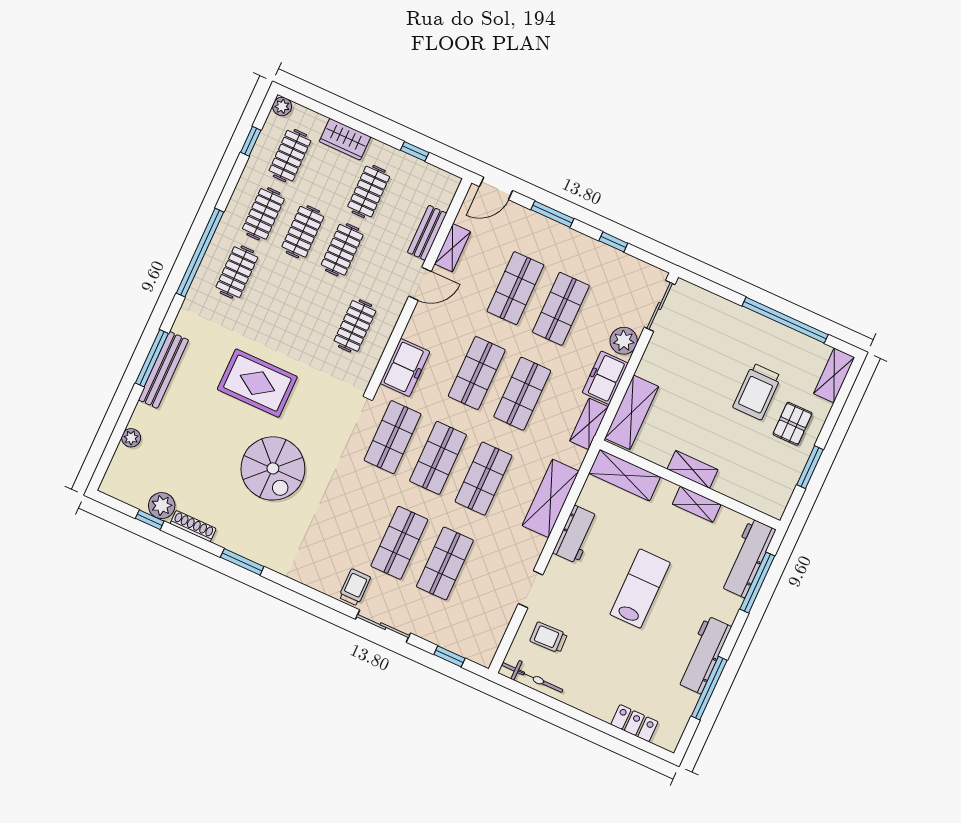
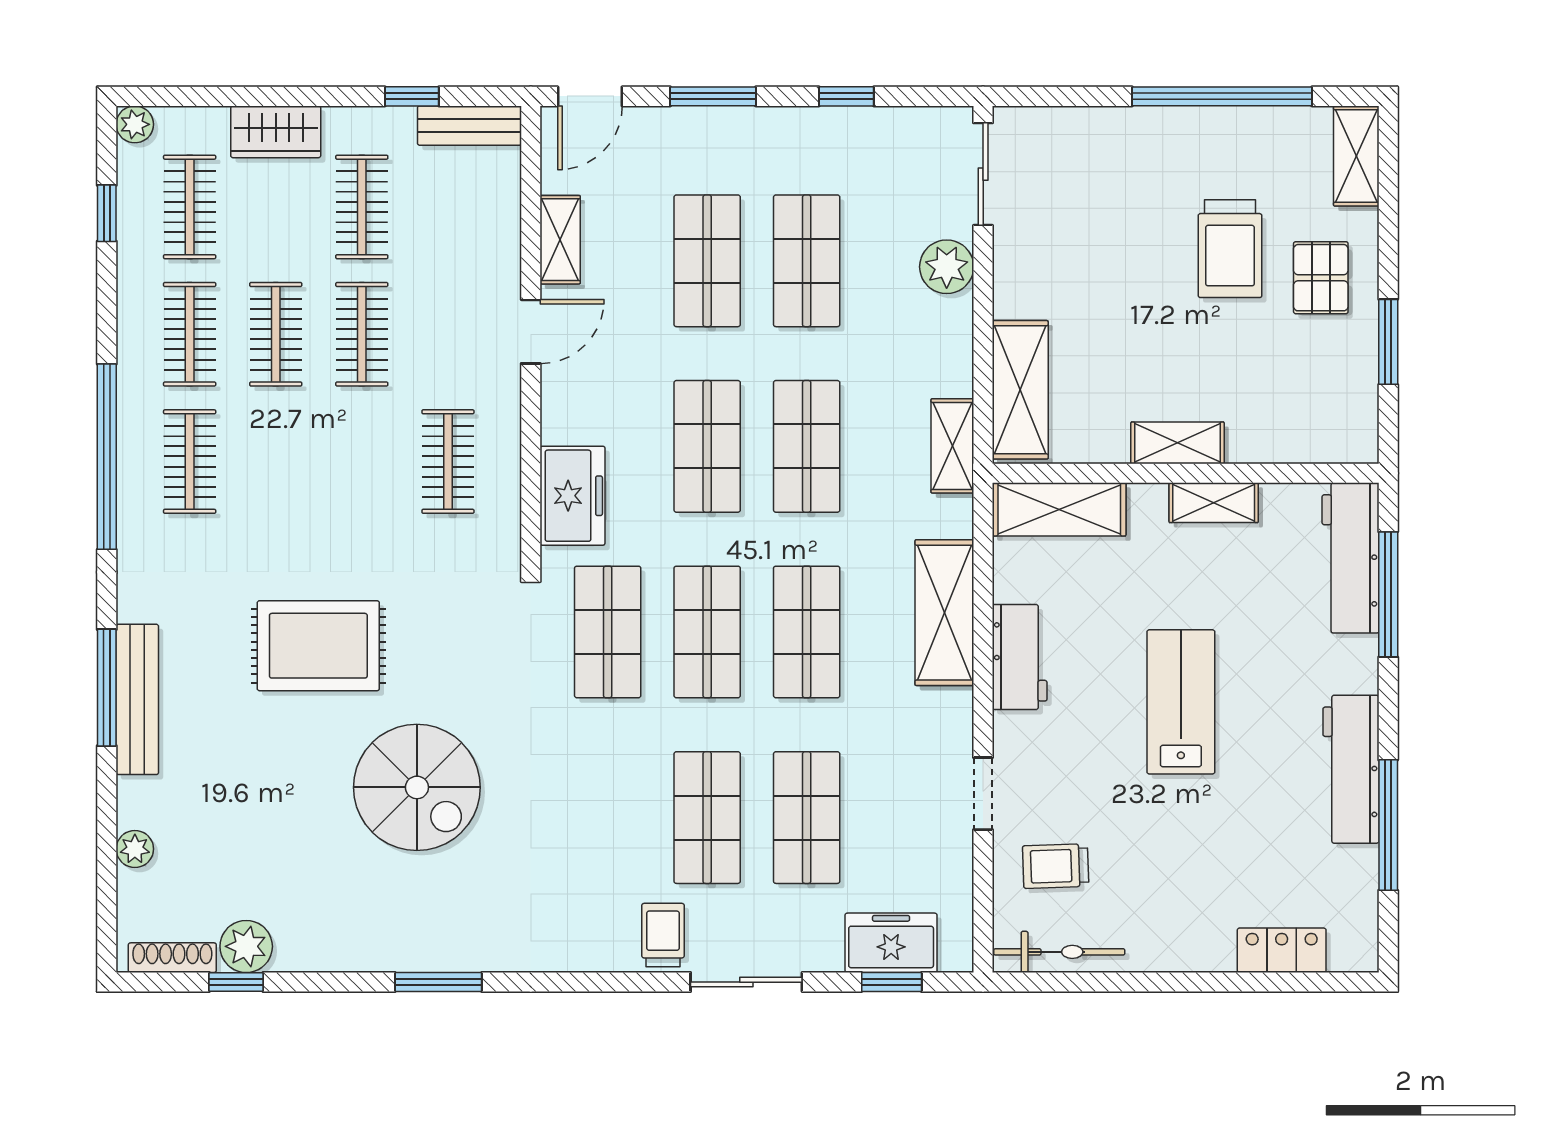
bench: (427, 233) -> (469, 126), moved, turned 90
freezer: (605, 378) -> (891, 943), moved, turned 90
shoe rack: (193, 526) -> (172, 958), moved

